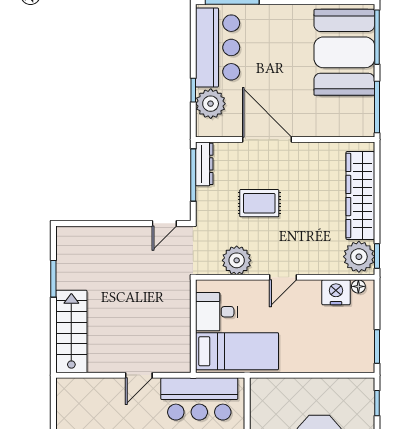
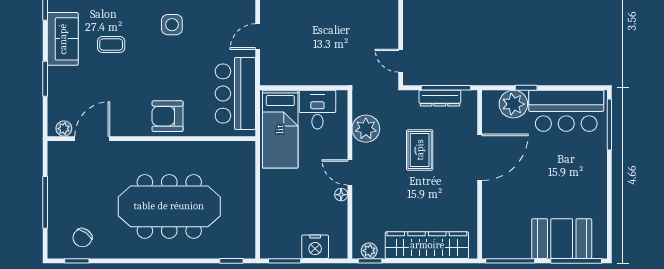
booth: (344, 52) -> (562, 239), width x0.73, depth x0.70
dresser: (204, 164) -> (440, 98), moved
plant: (359, 257) -> (369, 251), width x0.53, depth x0.53
floor lamp: (358, 286) -> (341, 195), moved
nightstand: (336, 292) -> (315, 247), moved, turned 90
door: (139, 375) -> (258, 37), hinge flipped

